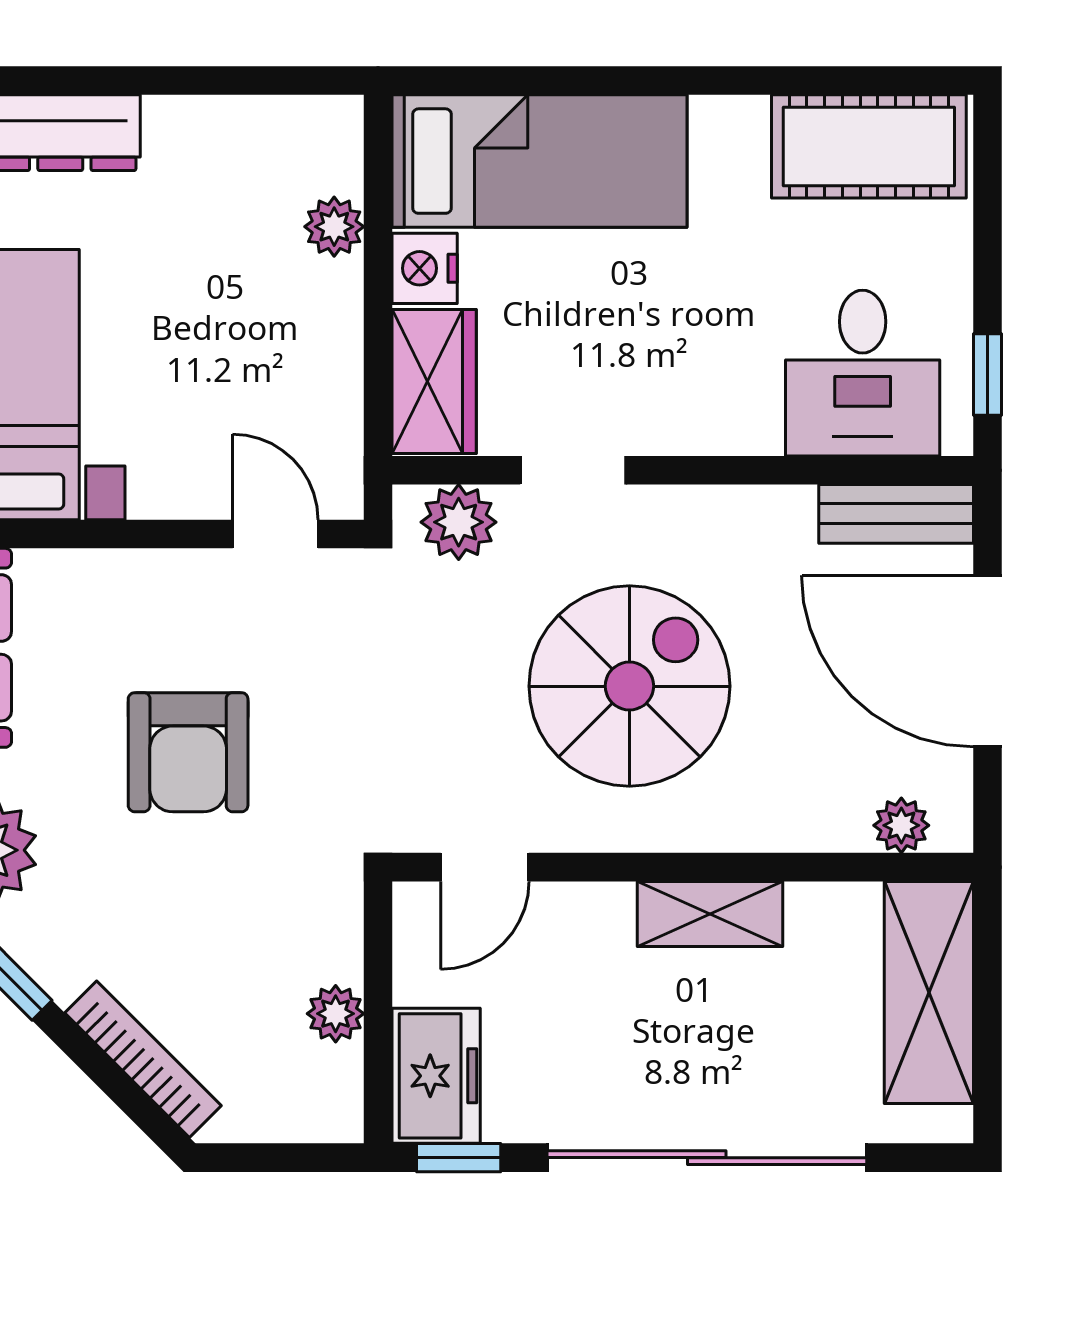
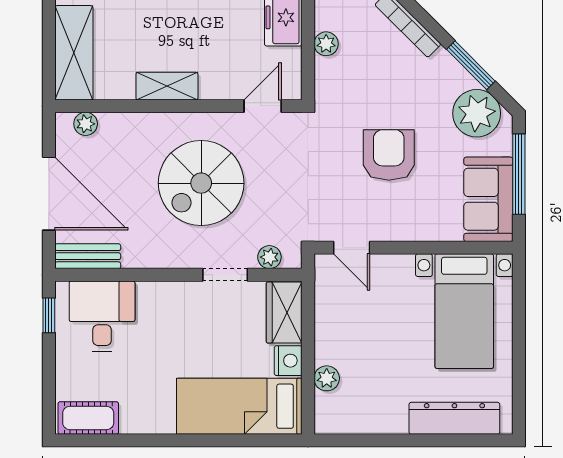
cot: (869, 146) -> (88, 418), width x0.73, depth x0.75
plant: (459, 522) -> (269, 257), width x0.73, depth x0.73

